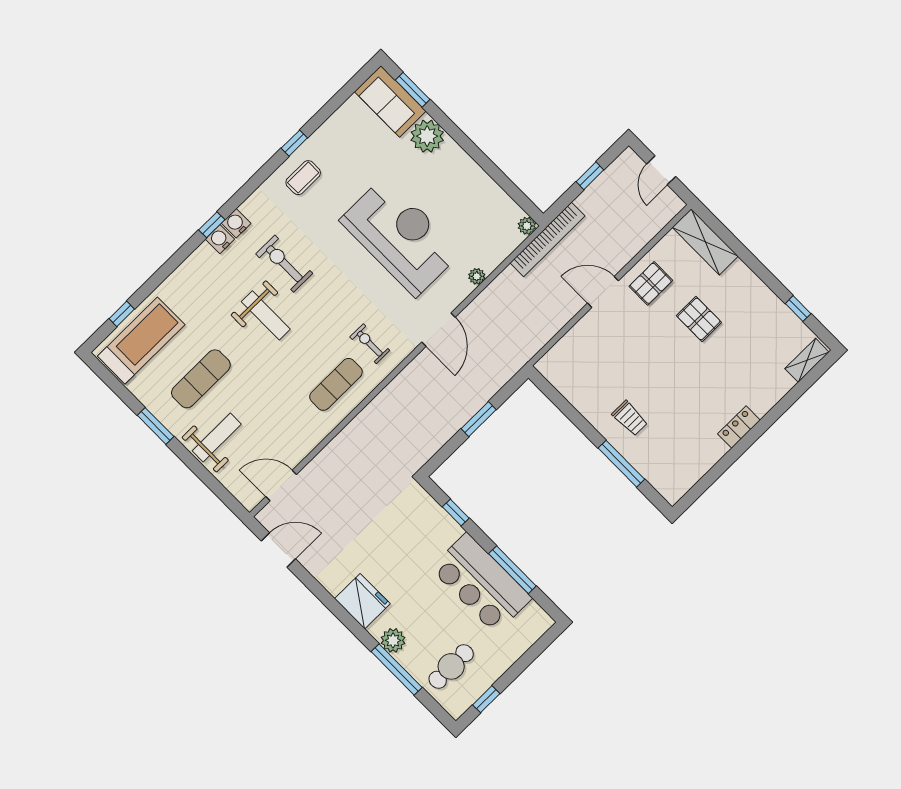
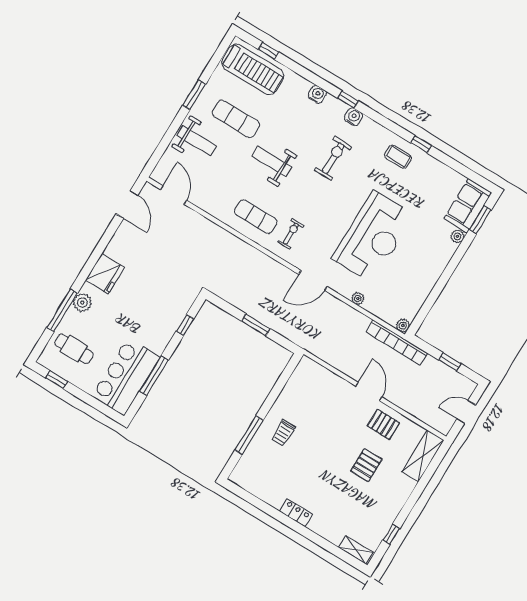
plant: (427, 136) -> (457, 236), width x0.53, depth x0.53
water cooler: (220, 239) -> (317, 94), moved
weight bench: (266, 315) -> (272, 162), moved, turned 90
bar counter: (481, 583) -> (126, 377), moved

